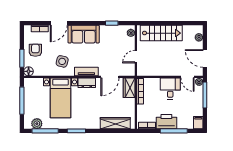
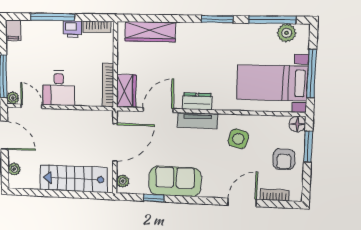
sofa: (84, 34) -> (175, 181), moved
door: (136, 57) -> (115, 142), width x1.87
bed with nightstands: (60, 98) -> (272, 83), moved, turned -90
printer: (166, 122) -> (73, 29), width x0.53, depth x0.68

